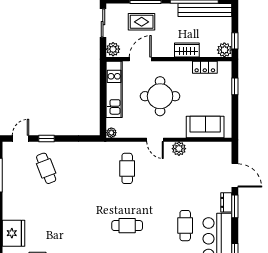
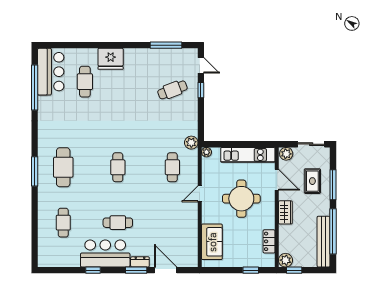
wardrobe: (187, 50) -> (285, 212), moved
plant: (179, 149) -> (191, 143), moved
cafe table: (127, 168) -> (172, 167), turned 90
door: (235, 175) -> (166, 270), swing flipped

